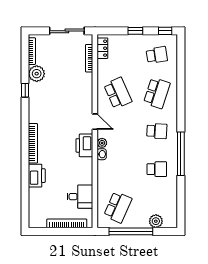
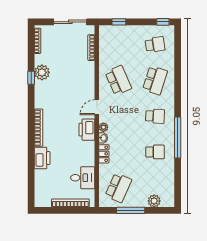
window: (135, 31) -> (119, 22), moved
locker: (102, 48) -> (104, 154), moved
plant: (37, 74) -> (42, 72), moved
door: (95, 122) -> (97, 107), swing flipped
window: (131, 231) -> (131, 210), width x0.68

